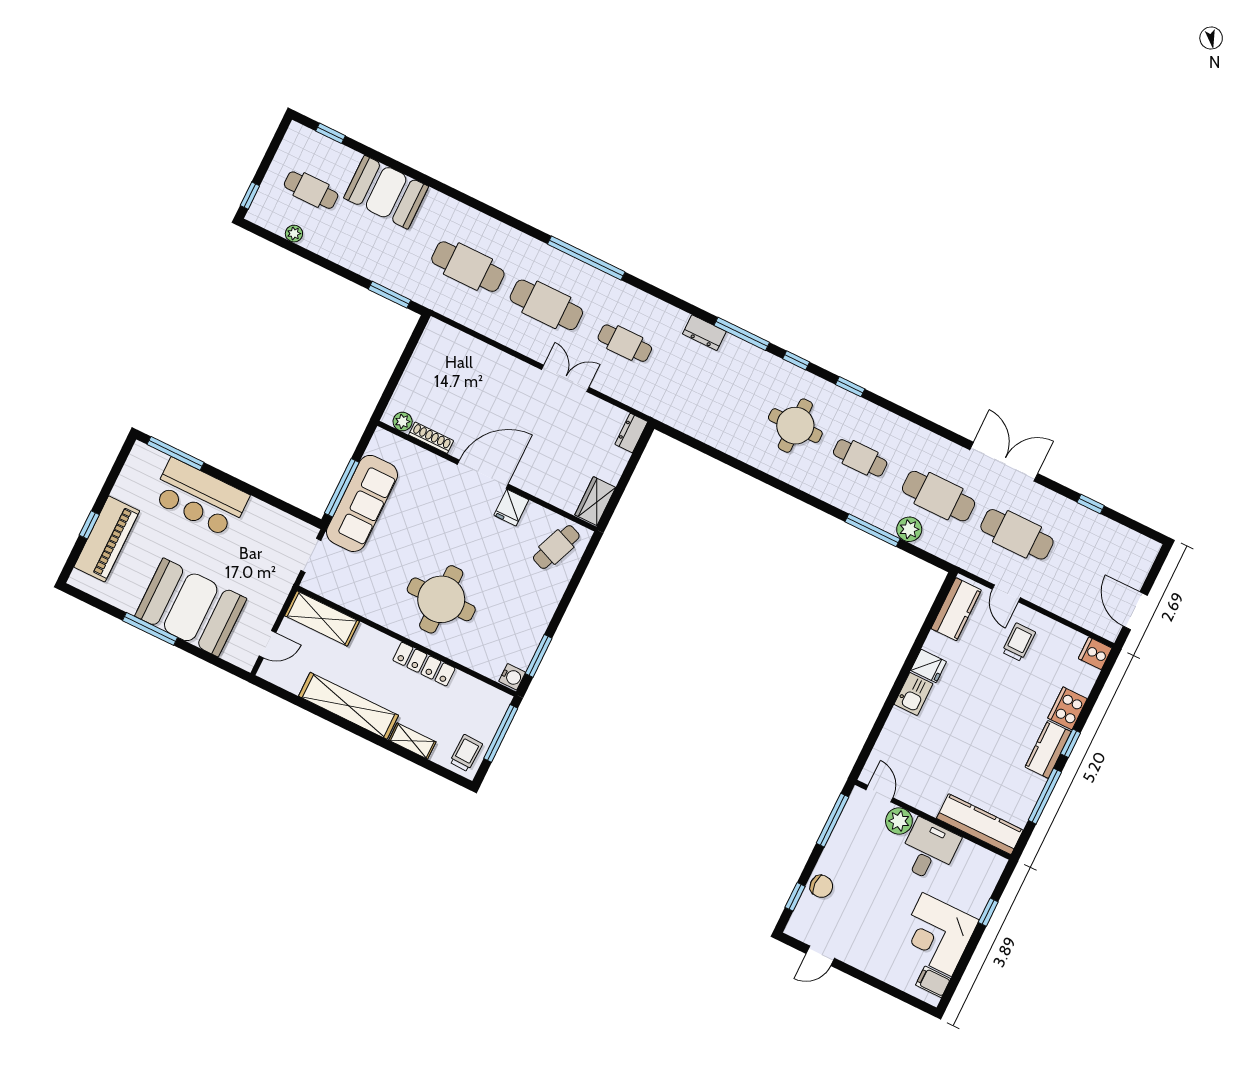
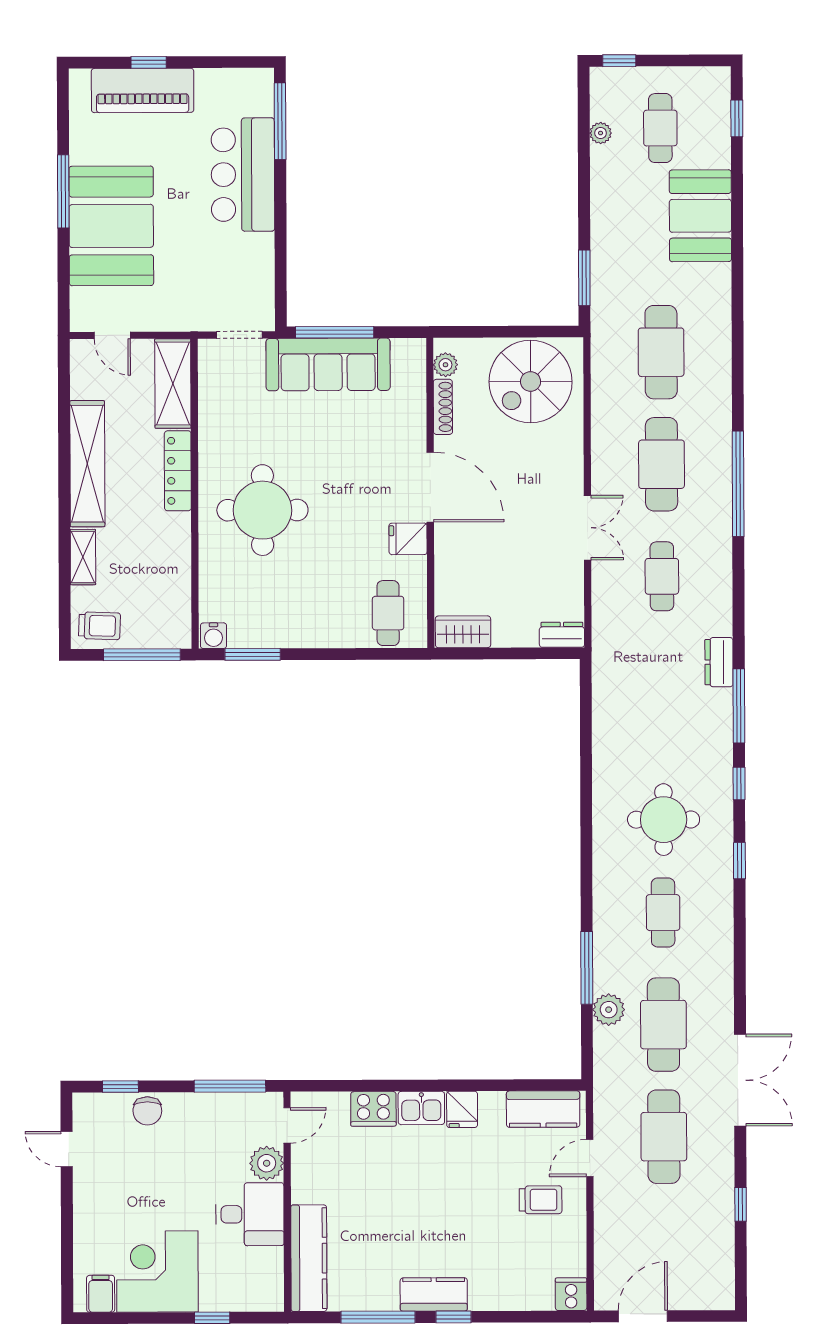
spiral stairs: (444, 368) -> (531, 381), added
cafe table: (556, 547) -> (388, 613), turned 68
locker: (424, 664) -> (178, 471), moved
cooker: (1067, 708) -> (373, 1109), moved, turned 180

